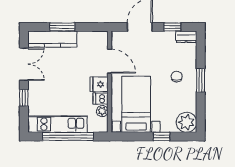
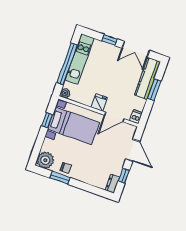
chair: (177, 77) -> (66, 168), moved
window: (201, 80) -> (60, 178), moved
dishwasher: (101, 99) -> (136, 117), moved
plant: (102, 111) -> (65, 93), moved
window: (161, 136) -> (47, 120), moved

